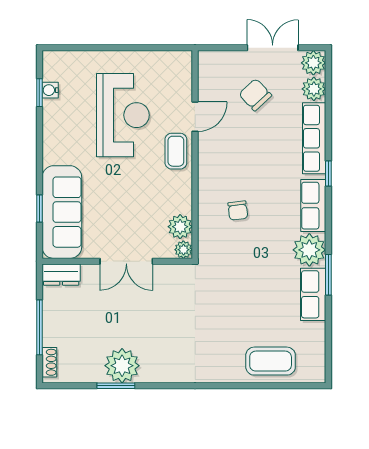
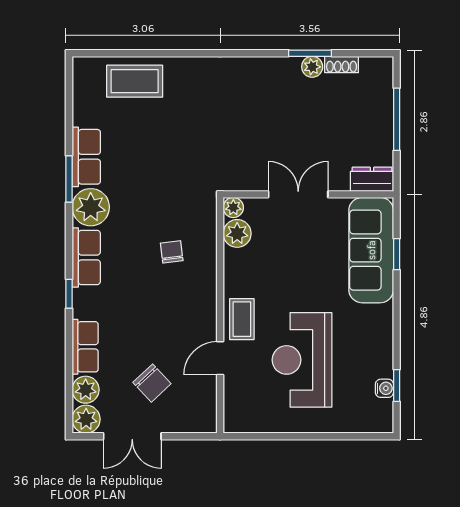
row of seats: (314, 138) -> (85, 347), width x0.68
shoe rack: (49, 362) -> (342, 64), moved, turned -90
plant: (122, 366) -> (312, 67), width x0.53, depth x0.53

